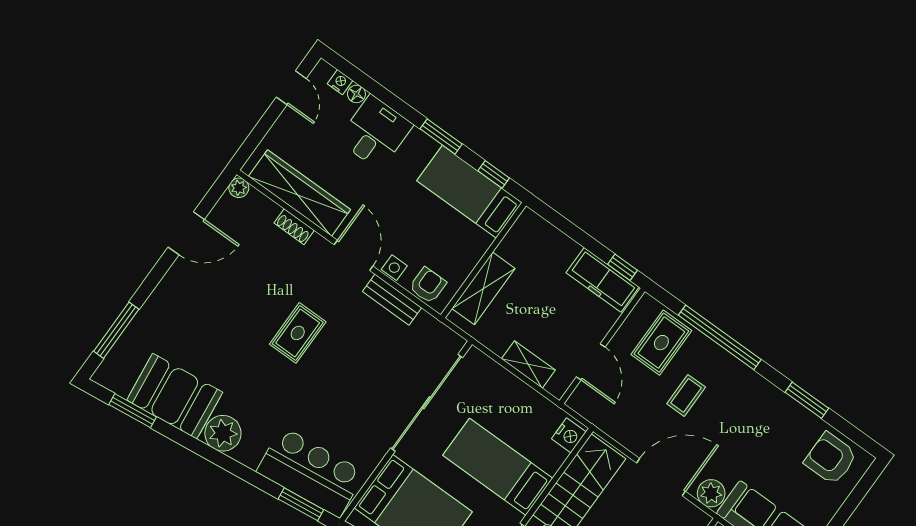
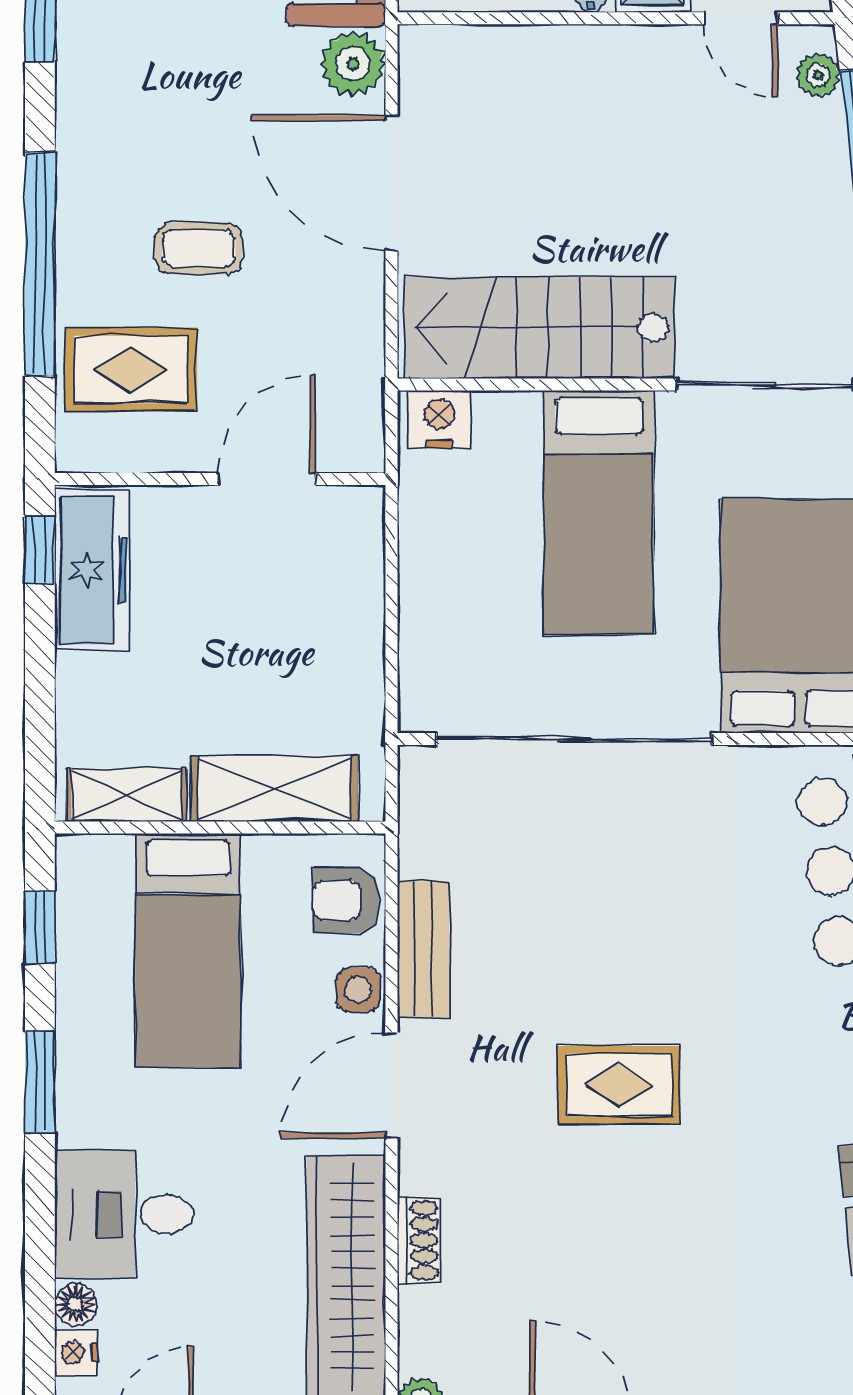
bed: (469, 192) -> (188, 950), moved
shelving: (528, 364) -> (127, 795), moved, turned 90

